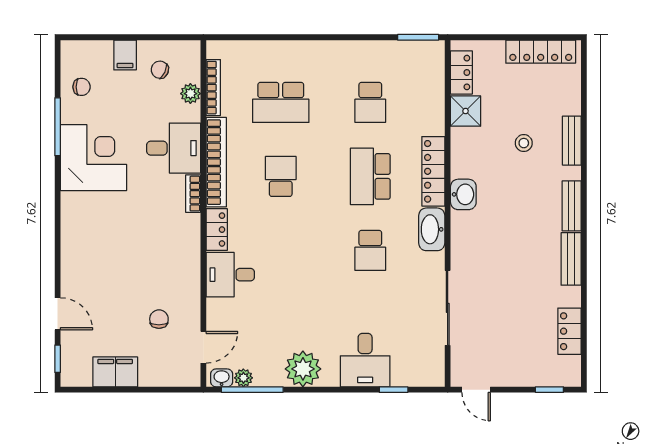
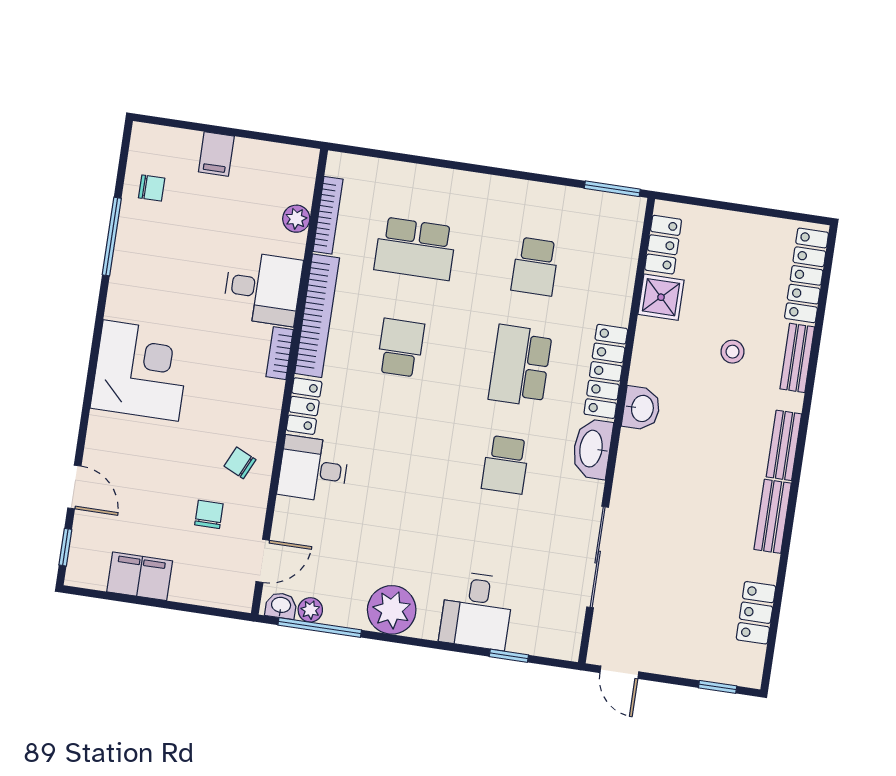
locker: (541, 52) -> (807, 275), moved, turned 90
chair: (160, 70) -> (240, 463), moved
corner desk: (94, 158) -> (141, 371), moved

